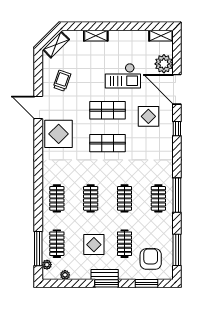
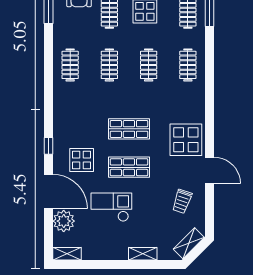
window: (177, 195) -> (49, 69), removed

